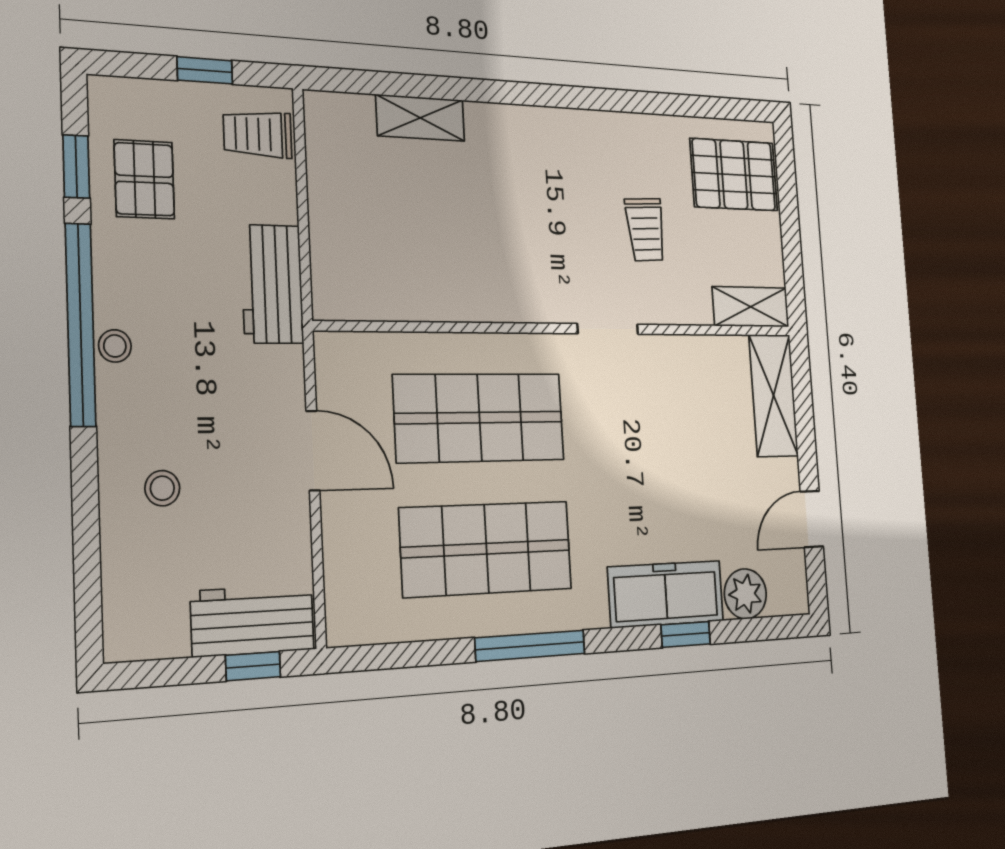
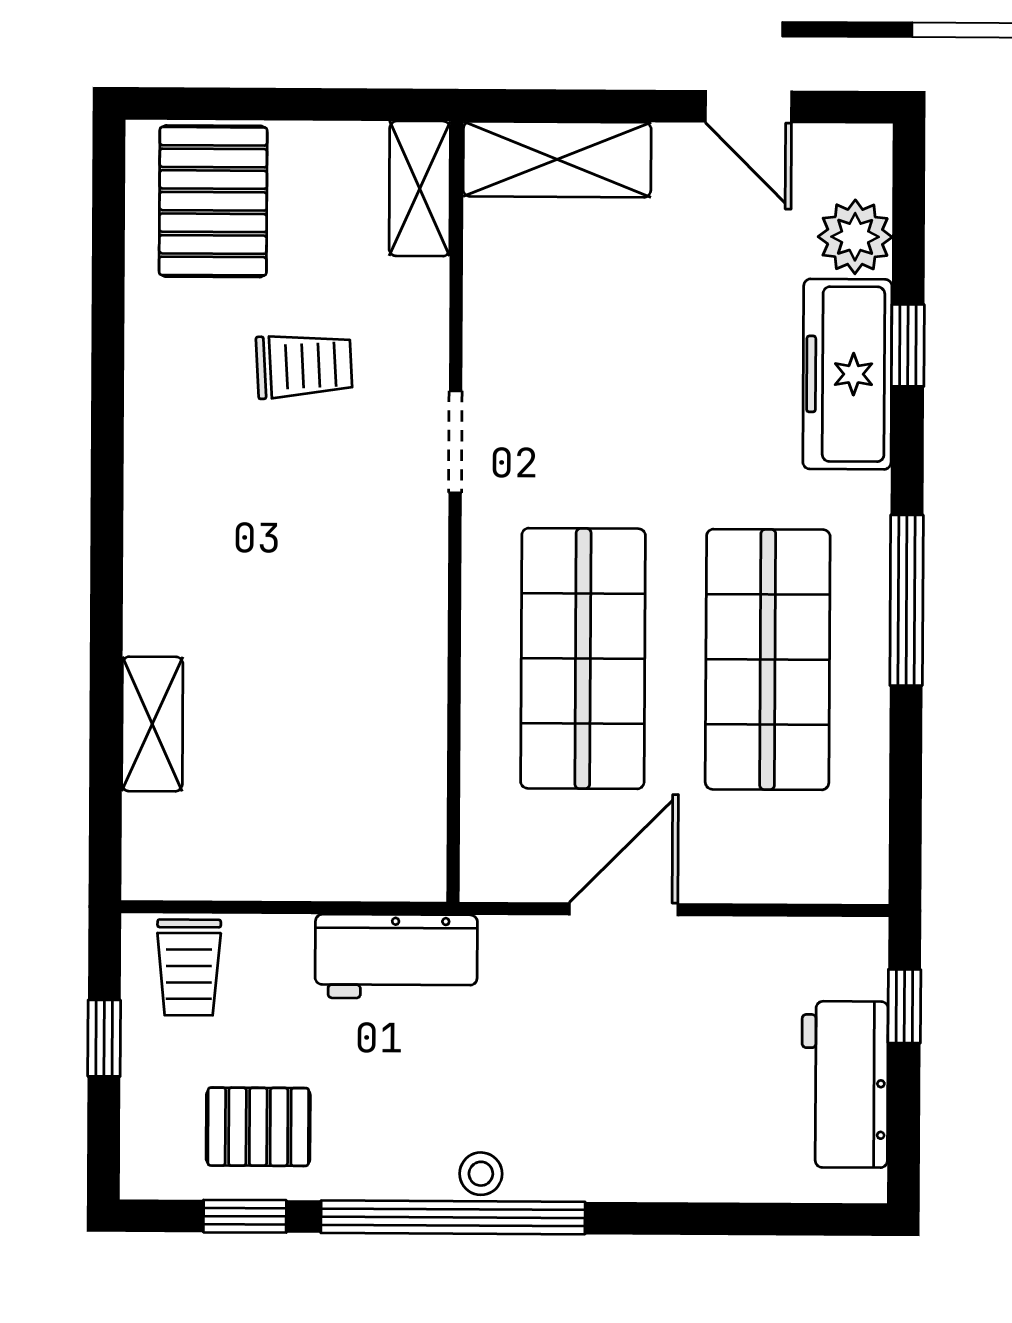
stool: (162, 488) -> (667, 1118), removed
workbench: (253, 620) -> (845, 1084), moved

